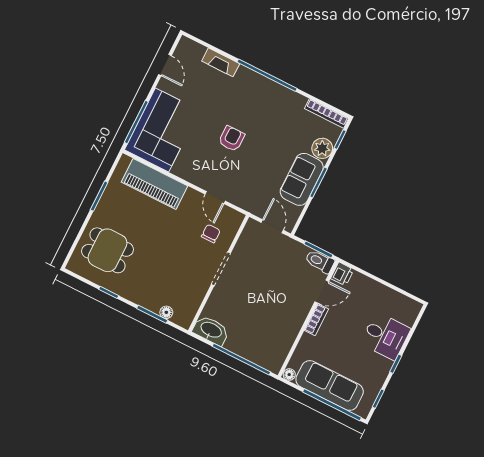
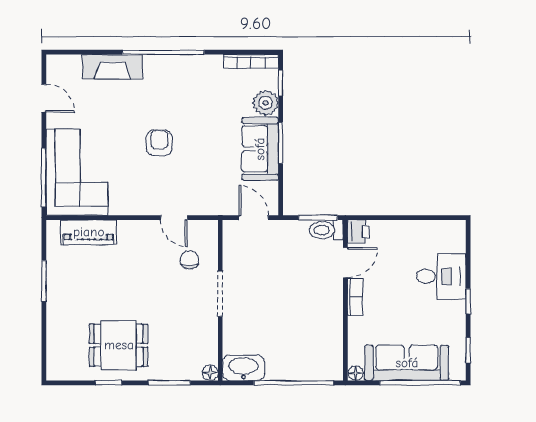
fireplace: (221, 62) -> (112, 67), width x1.37, depth x1.32
piano: (155, 184) -> (89, 232), width x0.73, depth x0.75
dining table: (108, 250) -> (119, 345), moved
floor lamp: (166, 312) -> (210, 373), moved

